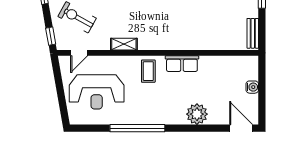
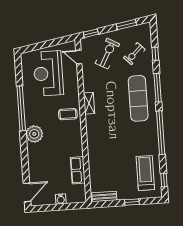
shelving: (124, 44) -> (89, 103), moved
row of seats: (182, 64) -> (78, 170), moved
plant: (197, 114) -> (34, 134), moved

